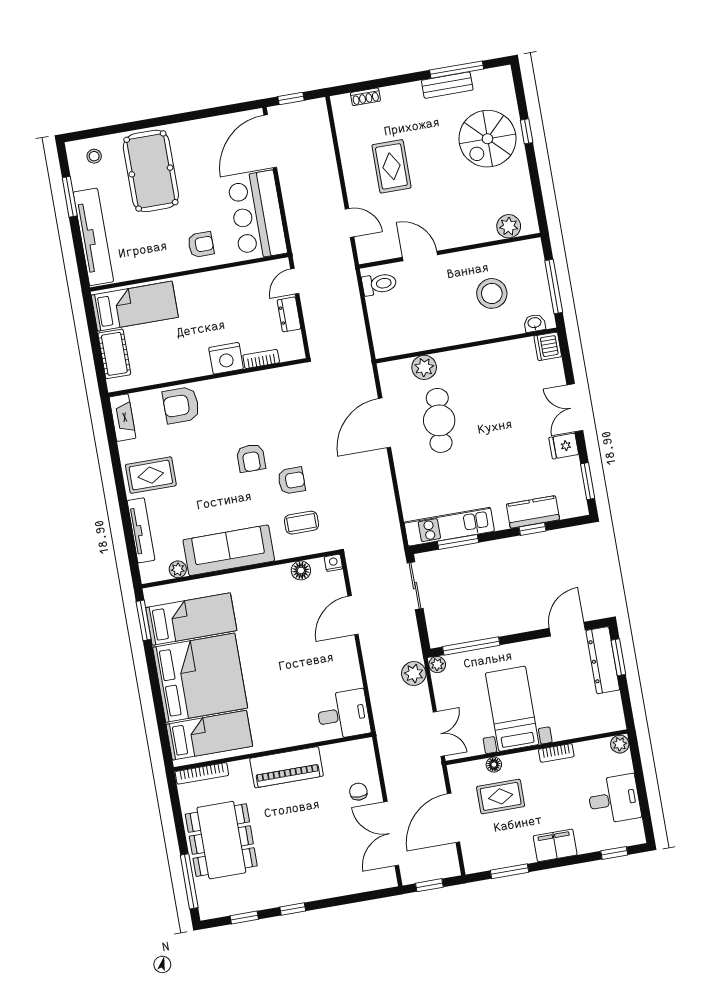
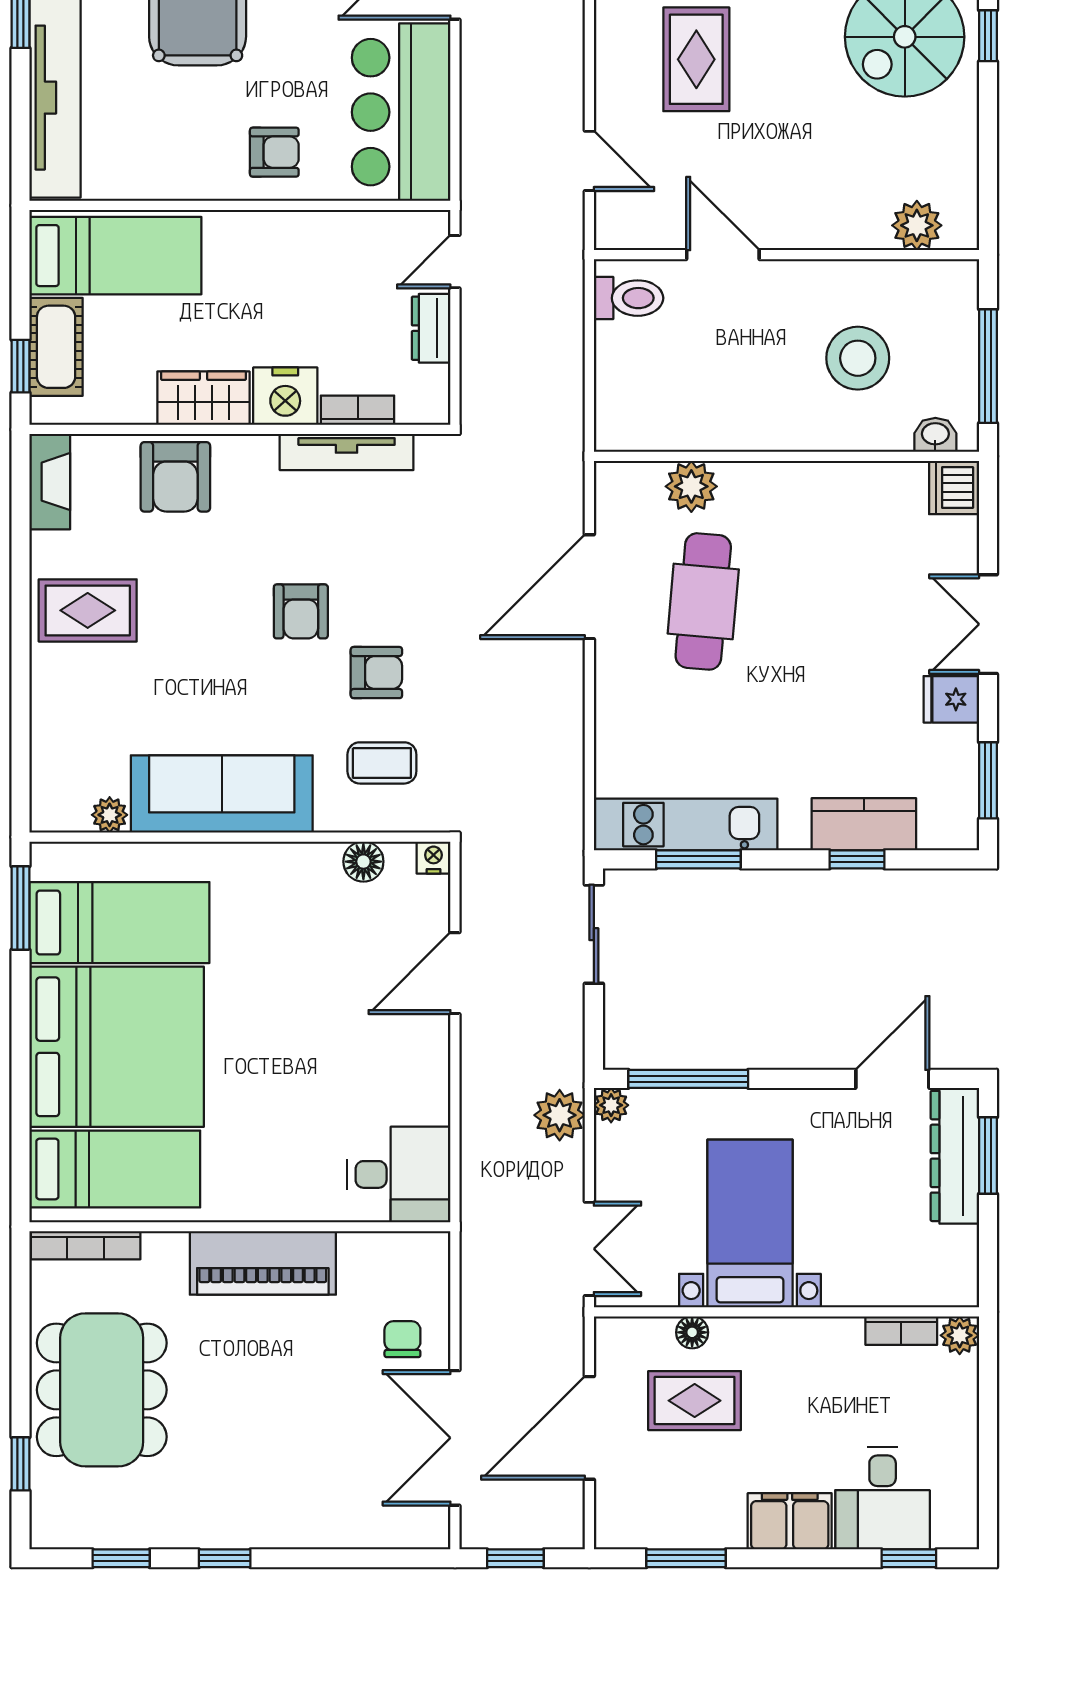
window: (99, 366) -> (20, 366), added
wardrobe: (188, 366) -> (203, 398), added
armchair: (181, 405) -> (175, 477), turned -90
tv unit: (141, 530) -> (347, 452), moved, turned 90
bookcase: (556, 753) -> (901, 1331), moved
desk: (614, 799) -> (883, 1498), moved, turned 90
window: (189, 881) -> (20, 1464), width x0.46

